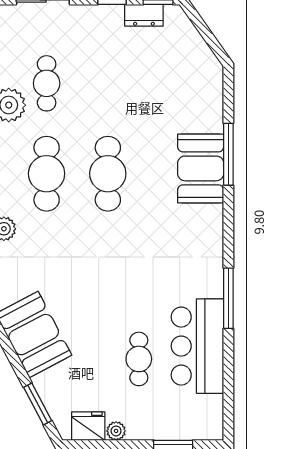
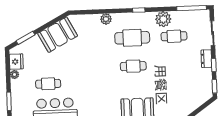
dresser: (144, 15) -> (206, 59), moved
cafe table: (108, 174) -> (133, 66), width x0.73, depth x0.74

